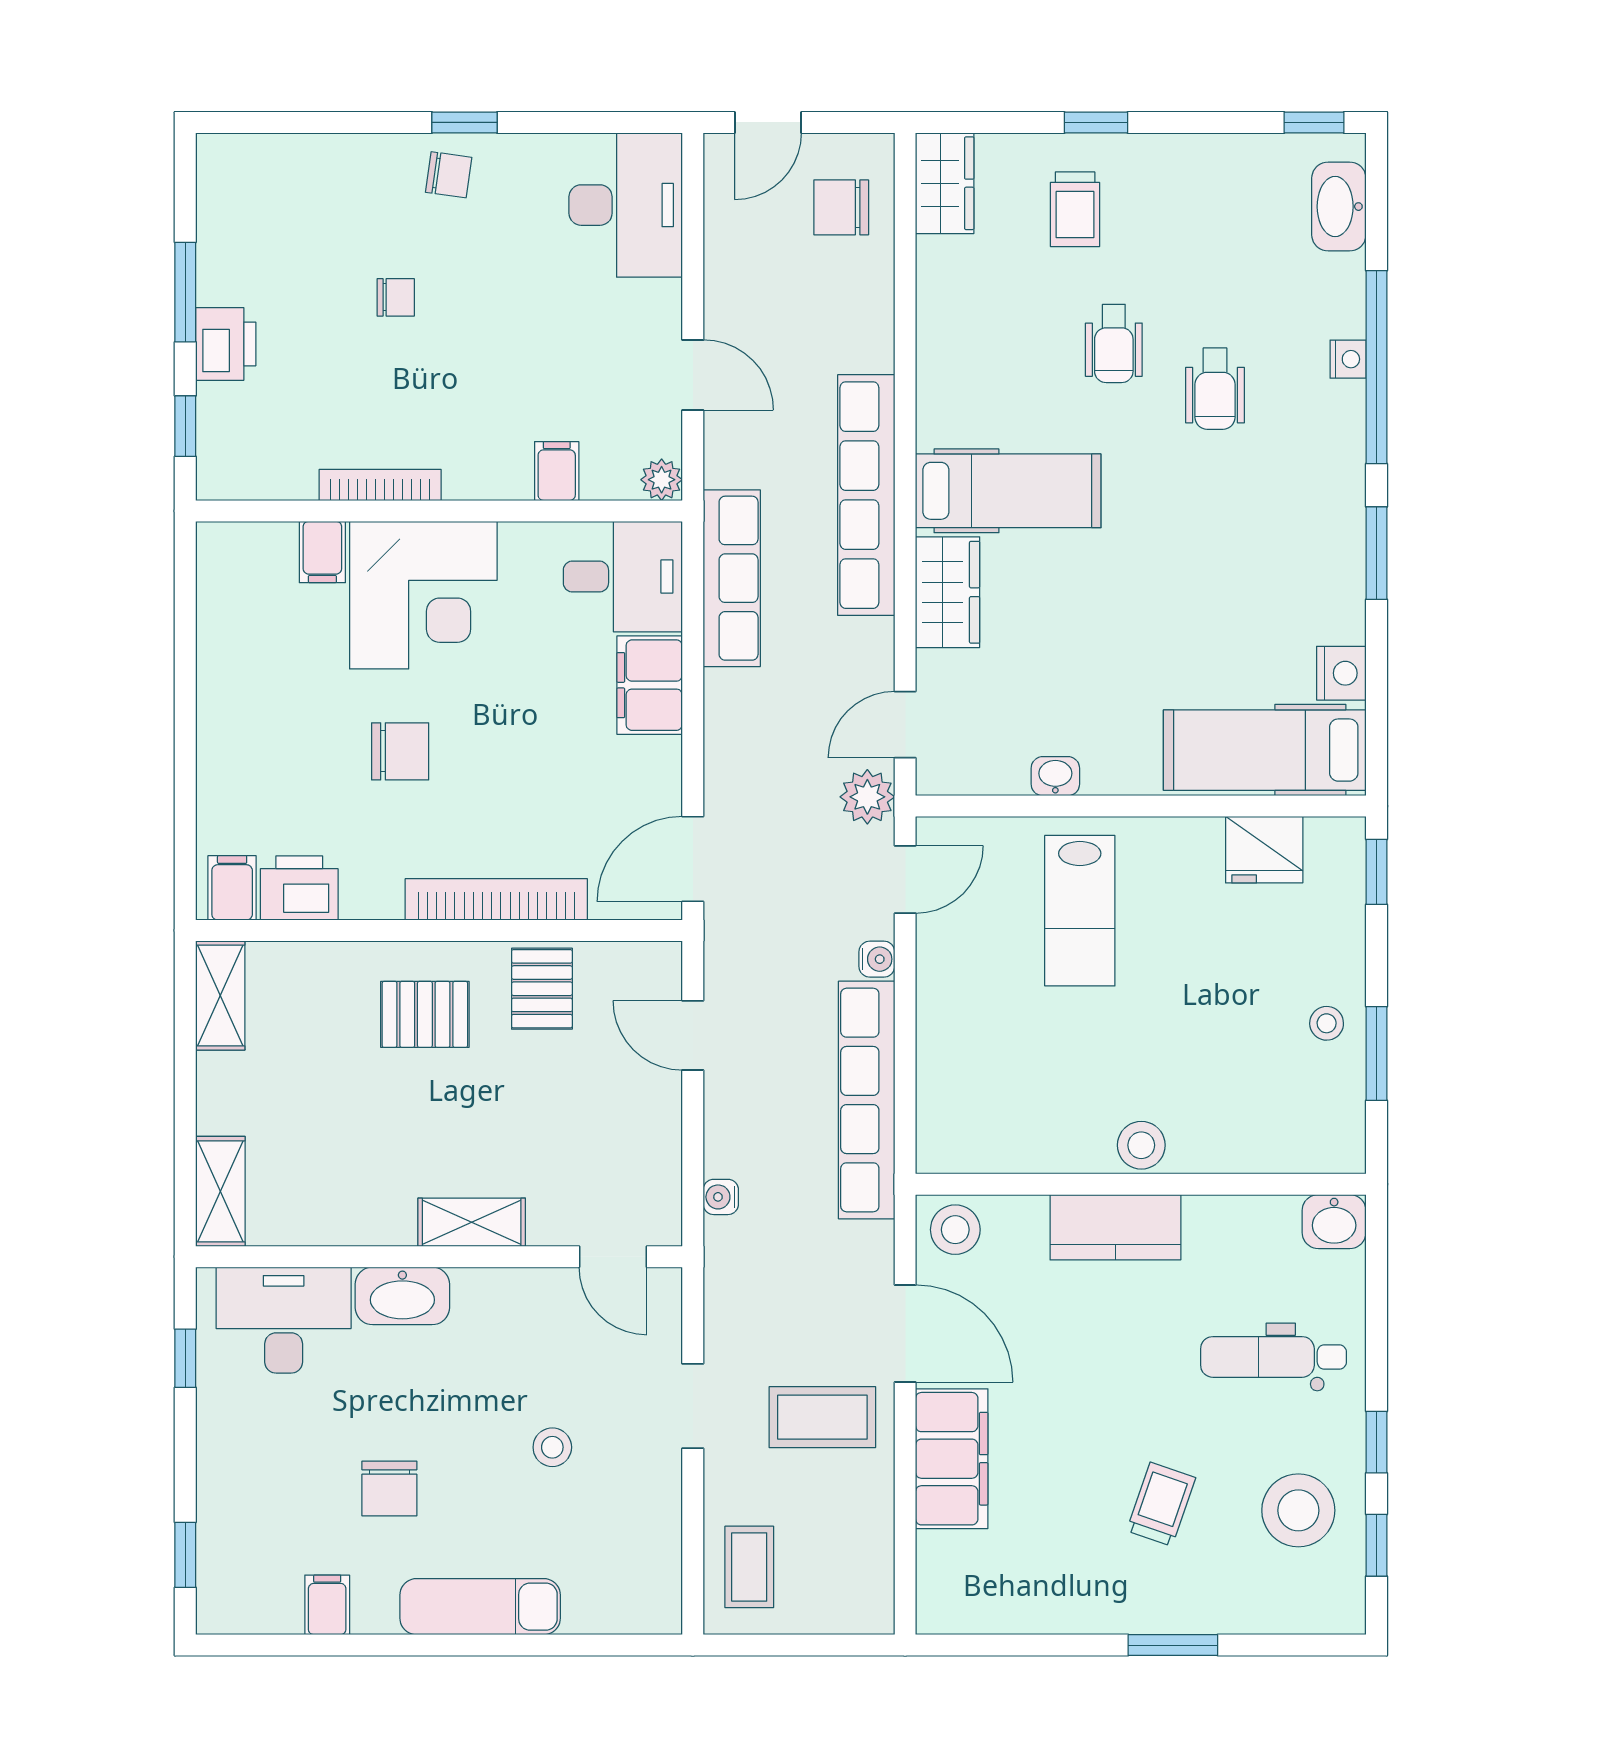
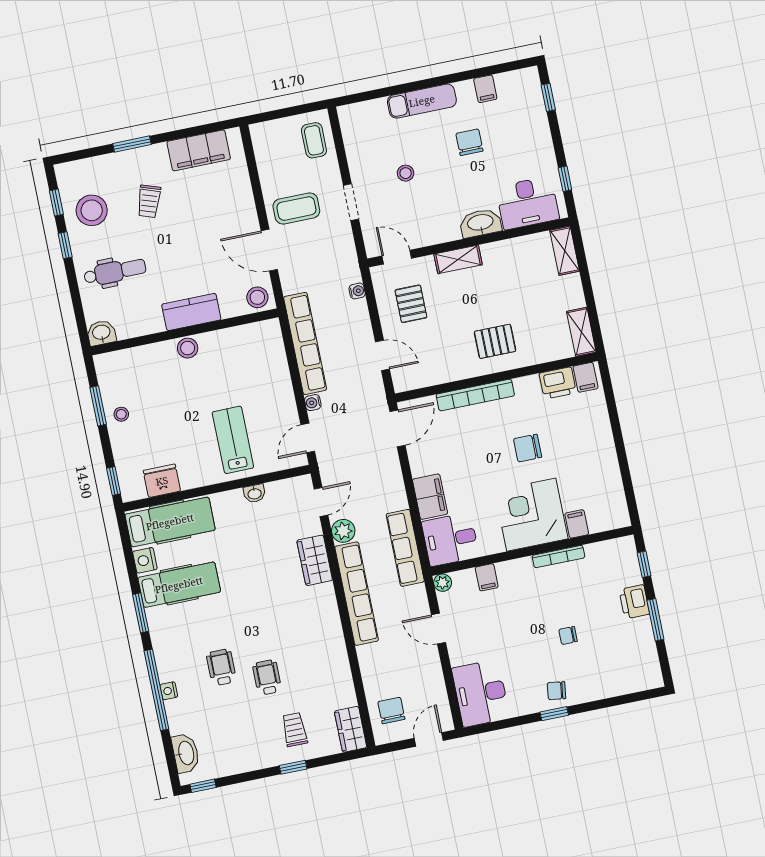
chair: (841, 207) -> (391, 711), turned -90
hospital bed: (1008, 491) -> (179, 585), moved, turned 180
plant: (867, 797) -> (343, 531), moved
pallet: (542, 989) -> (411, 304), moved
filing cabinet: (952, 1459) -> (199, 150), moved, turned -90

